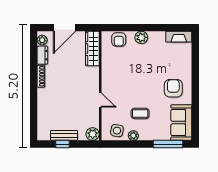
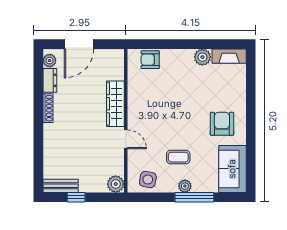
plant: (141, 37) -> (202, 57), moved
armchair: (119, 39) -> (150, 60), turned 90
wardrobe: (92, 49) -> (115, 104), moved
bench: (64, 135) -> (61, 186), moved
plant: (133, 136) -> (185, 186), moved
window: (168, 144) -> (194, 197), moved

